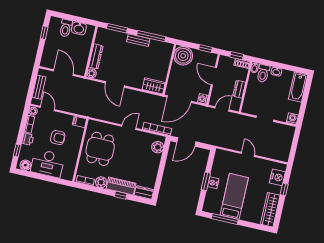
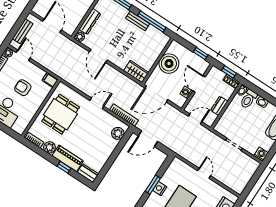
boiler: (183, 56) -> (169, 64), moved
washing machine: (203, 99) -> (186, 92), moved
armchair: (58, 138) -> (23, 88), turned 180

